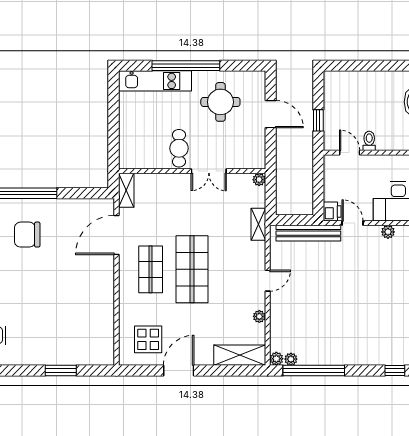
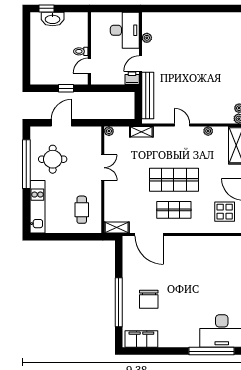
window: (186, 66) -> (26, 164), moved
cafe table: (179, 148) -> (82, 210), moved, turned 90

